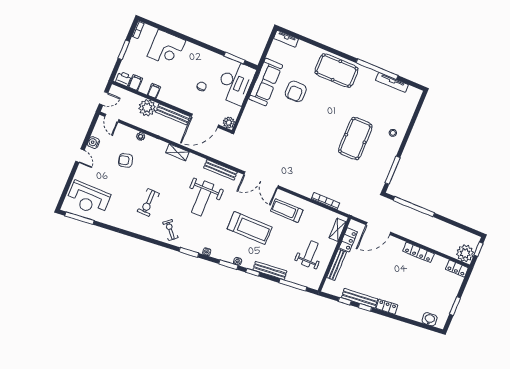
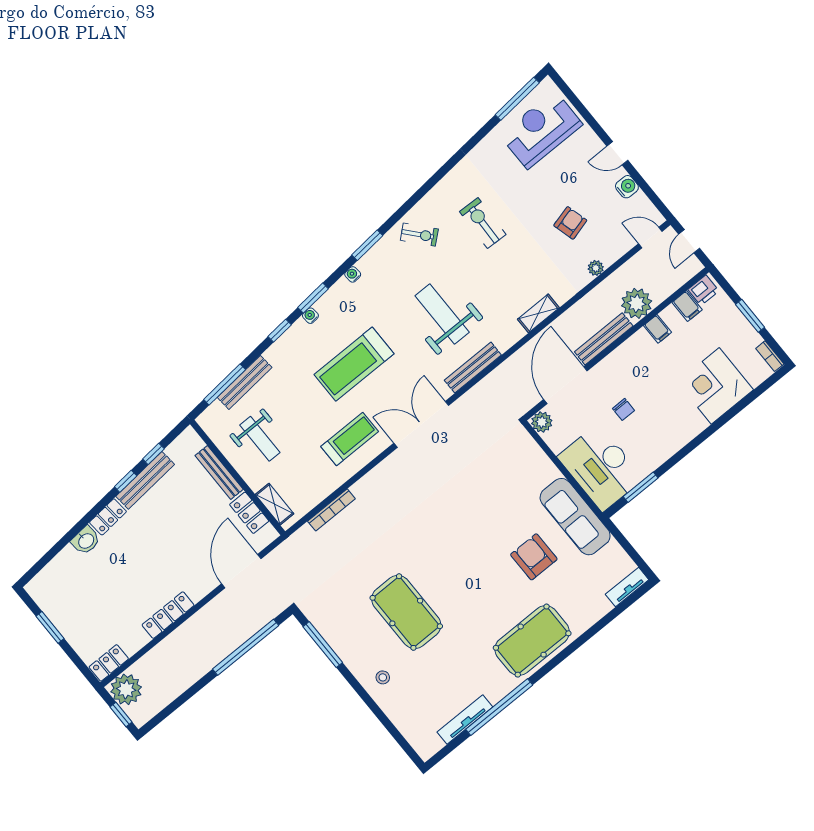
bench: (270, 271) -> (245, 382), moved
washbasin: (430, 319) -> (86, 541), moved

